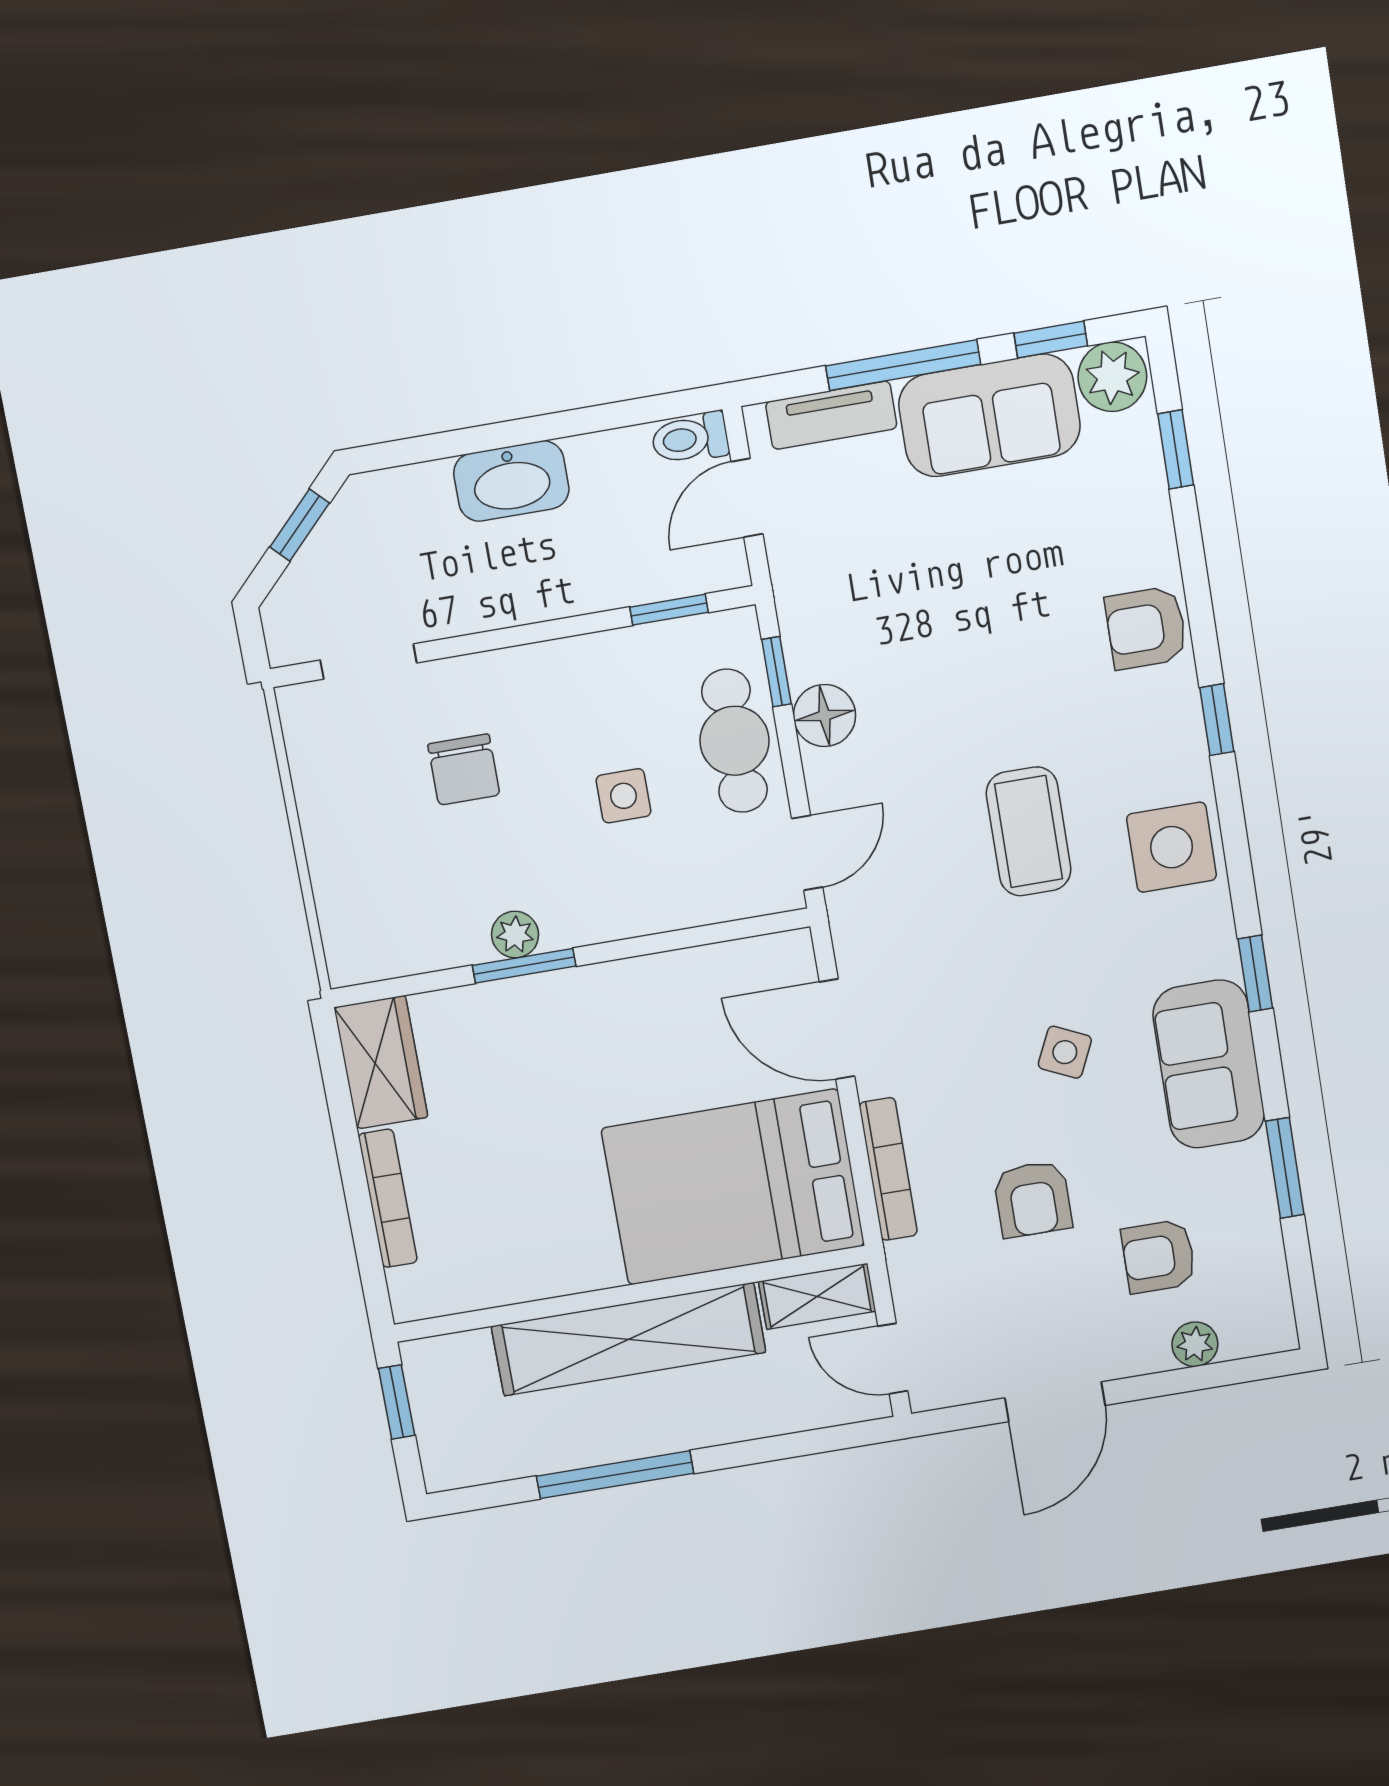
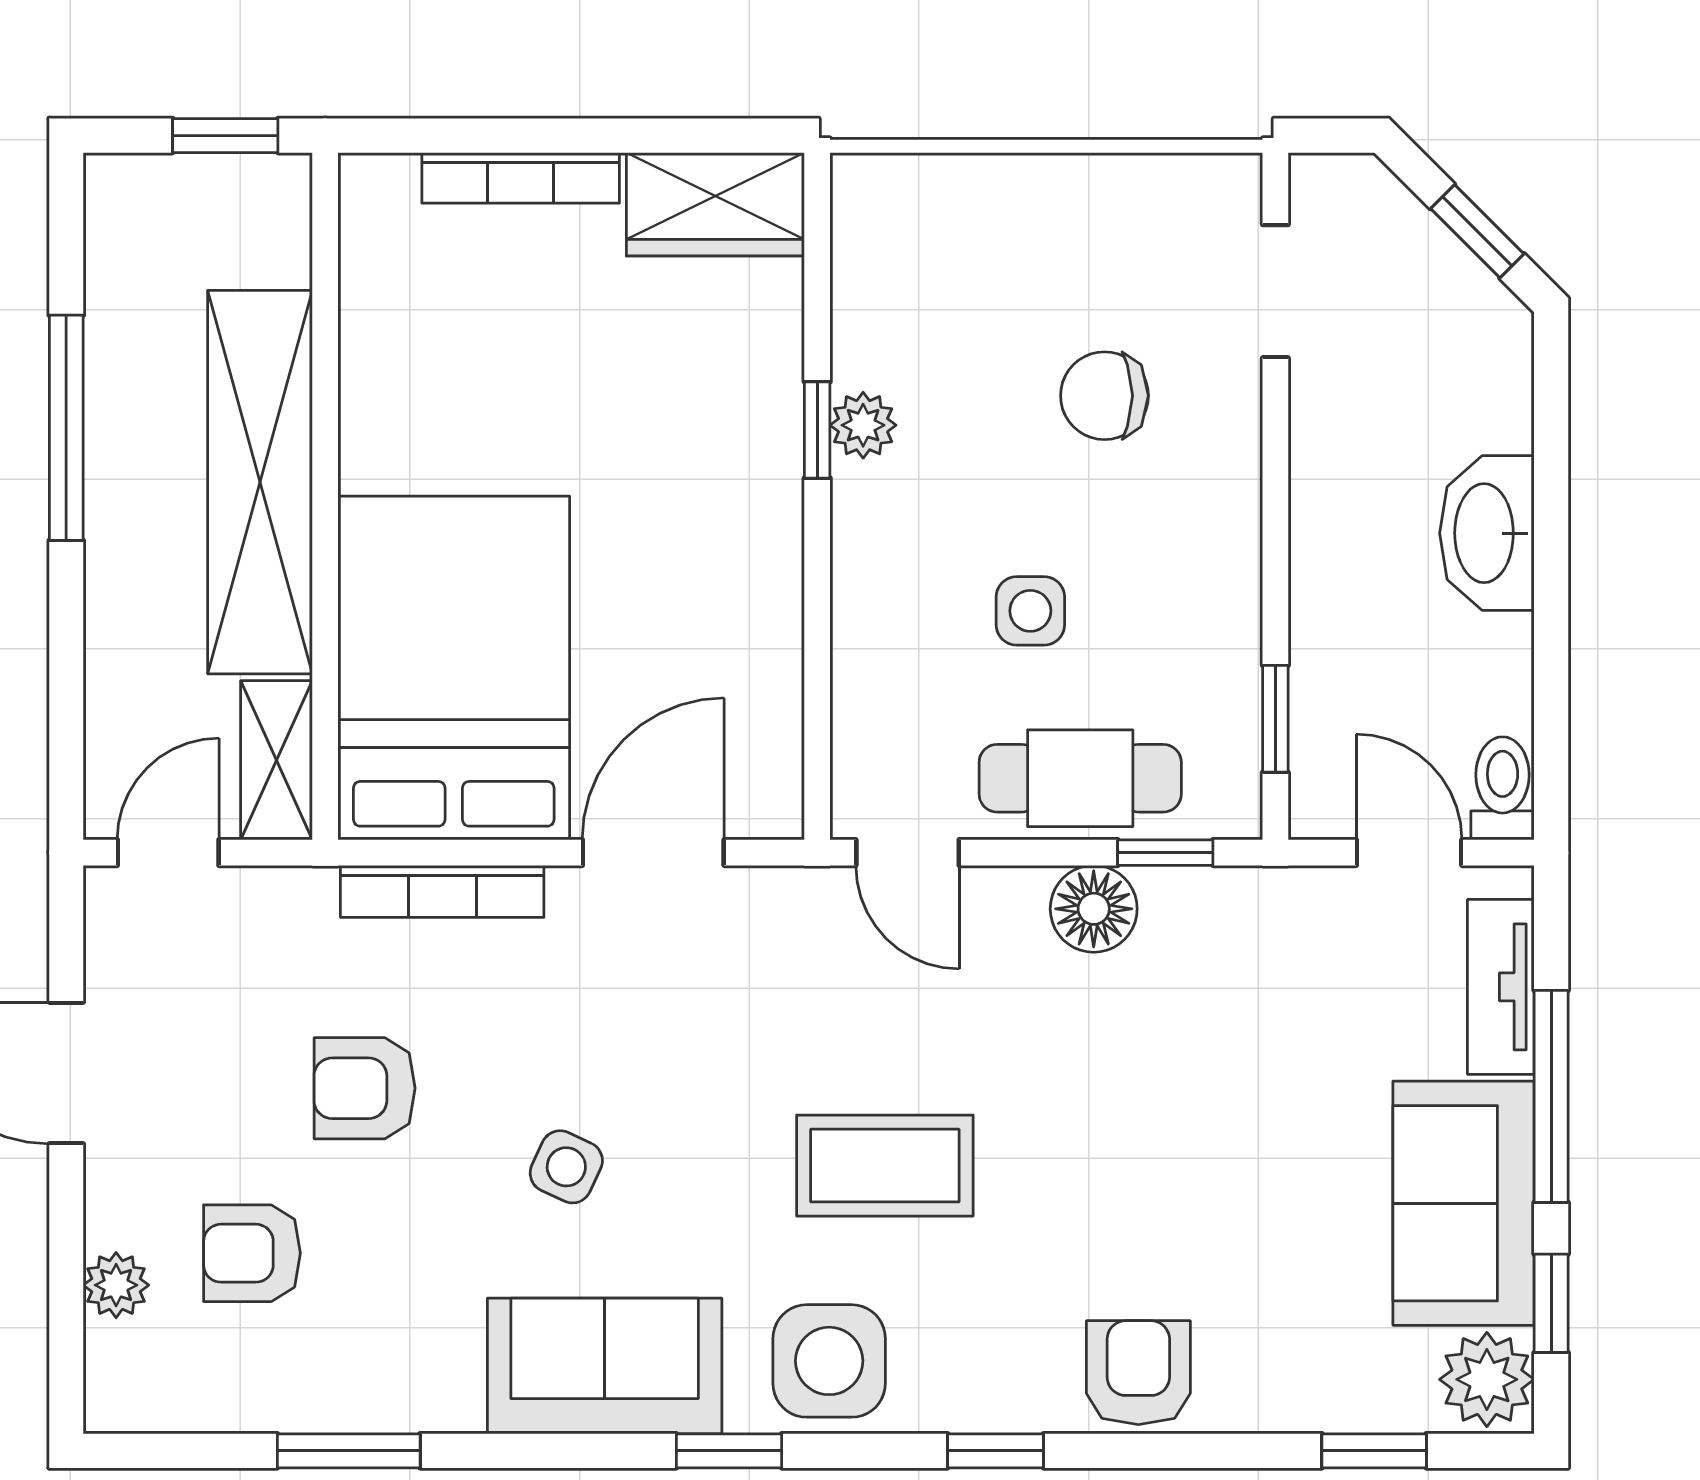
window: (524, 966) -> (817, 430), width x0.67
window: (1255, 974) -> (729, 1451), moved
sofa: (1209, 1064) -> (605, 1366), moved
armchair: (1159, 1256) -> (252, 1253), turned -90

